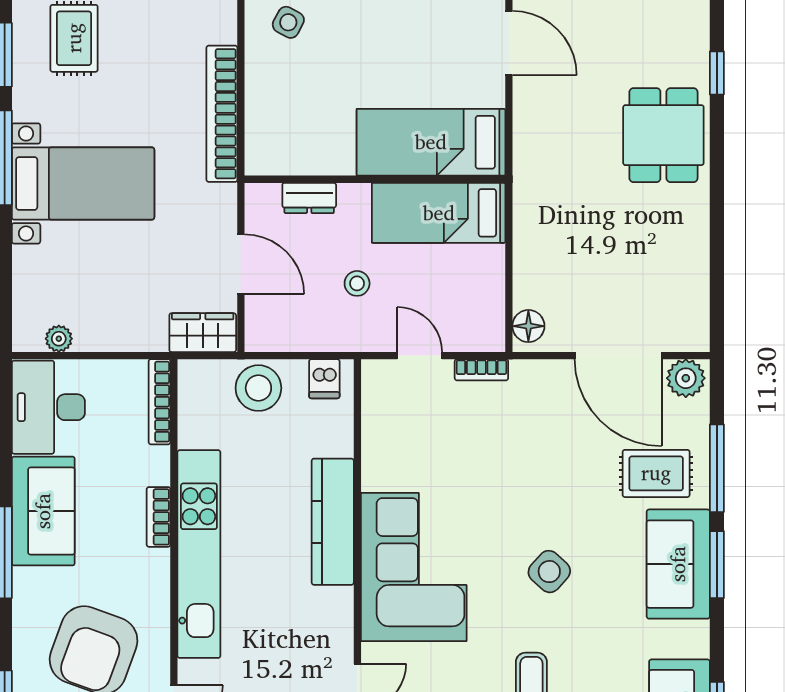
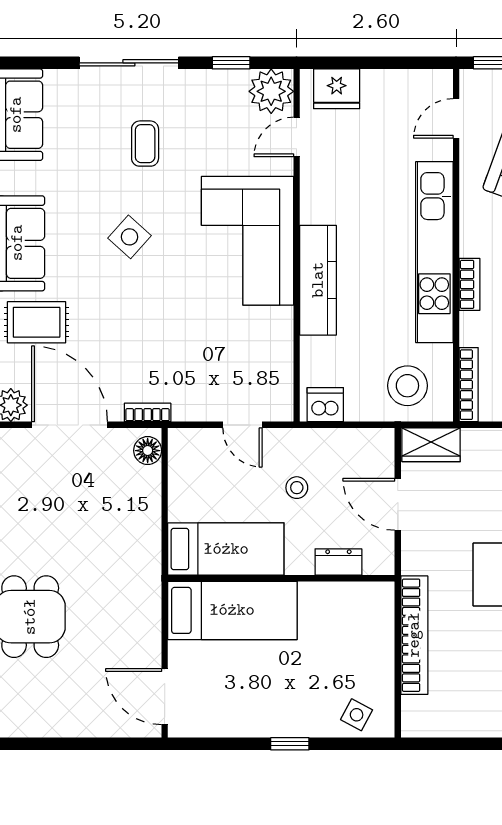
bookcase: (481, 370) -> (148, 412), moved
dishwasher: (324, 379) -> (325, 405), width x1.38
stool: (258, 388) -> (407, 386), moved

